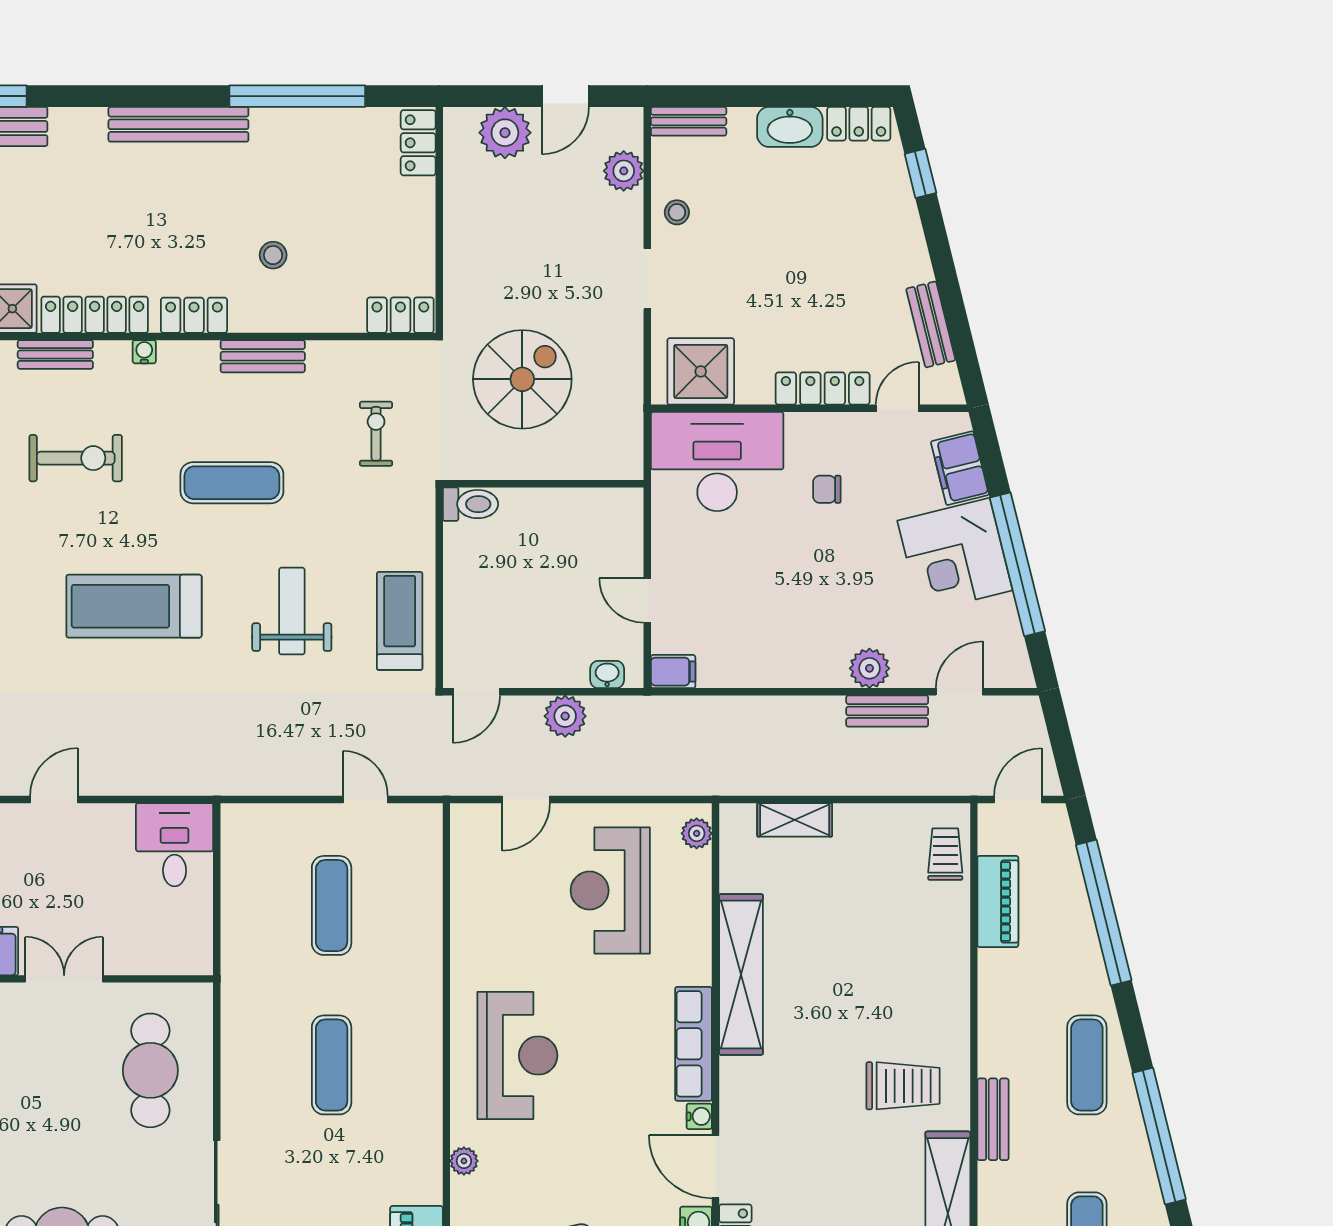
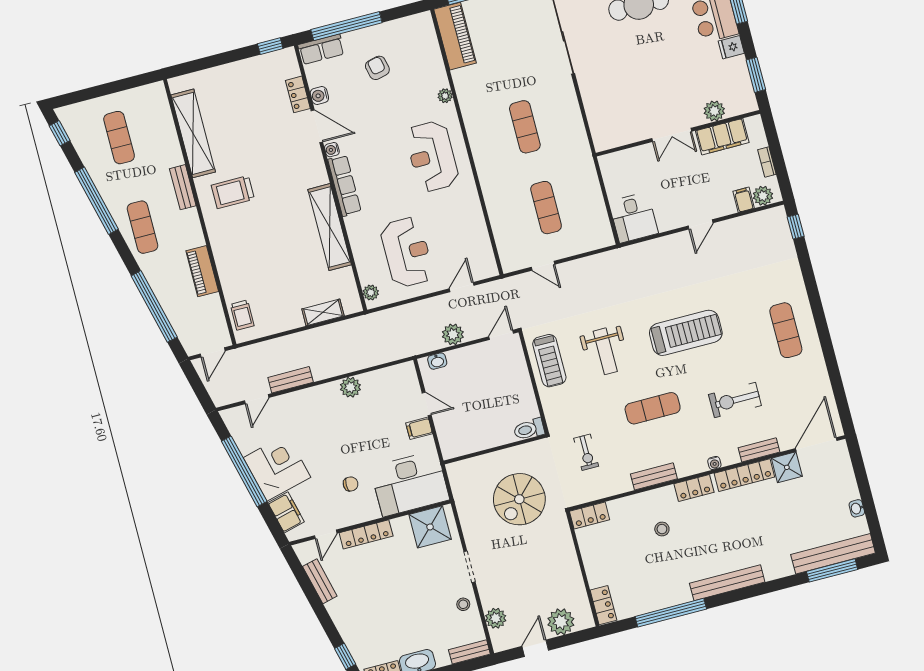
plant: (869, 668) -> (350, 387), moved
filing cabinet: (673, 672) -> (419, 428), moved
piano: (998, 902) -> (202, 271), moved
cafe table: (150, 1070) -> (616, 100), removed

